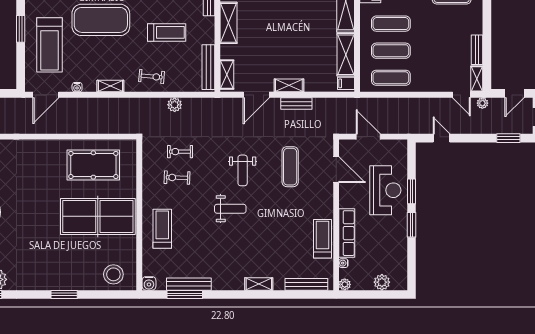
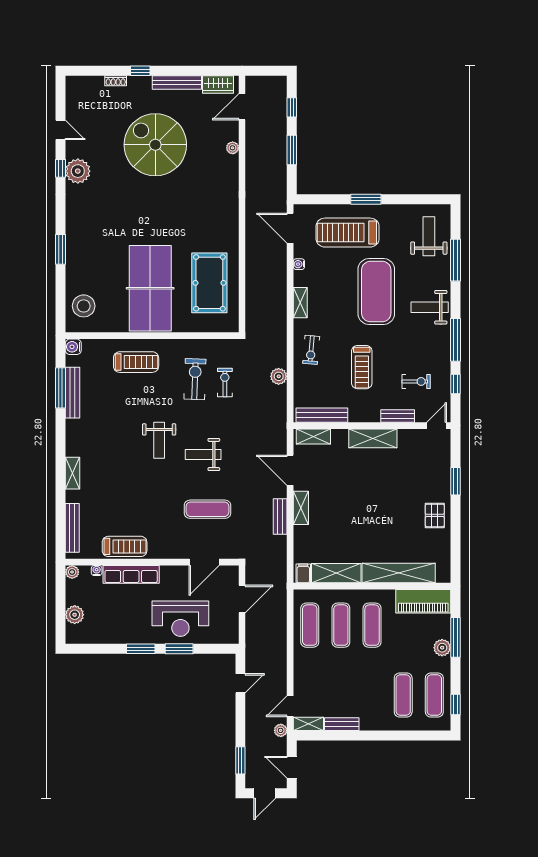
exercise bike: (177, 178) -> (195, 379), width x1.38, depth x1.39

